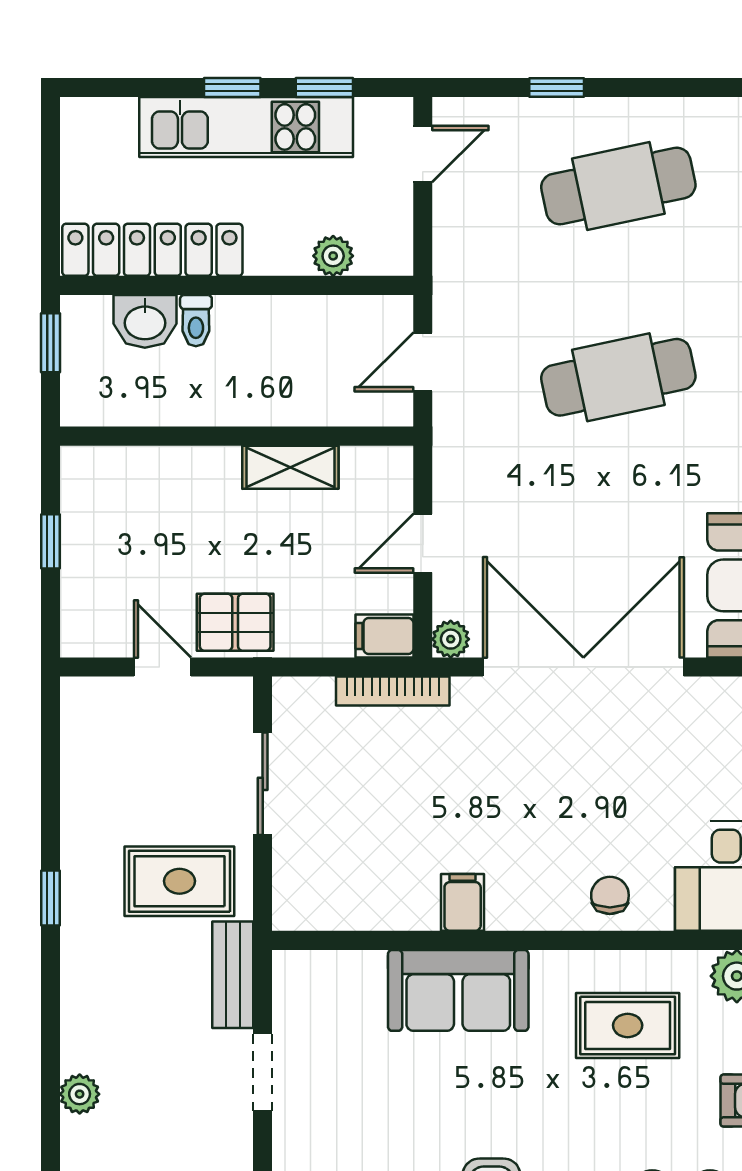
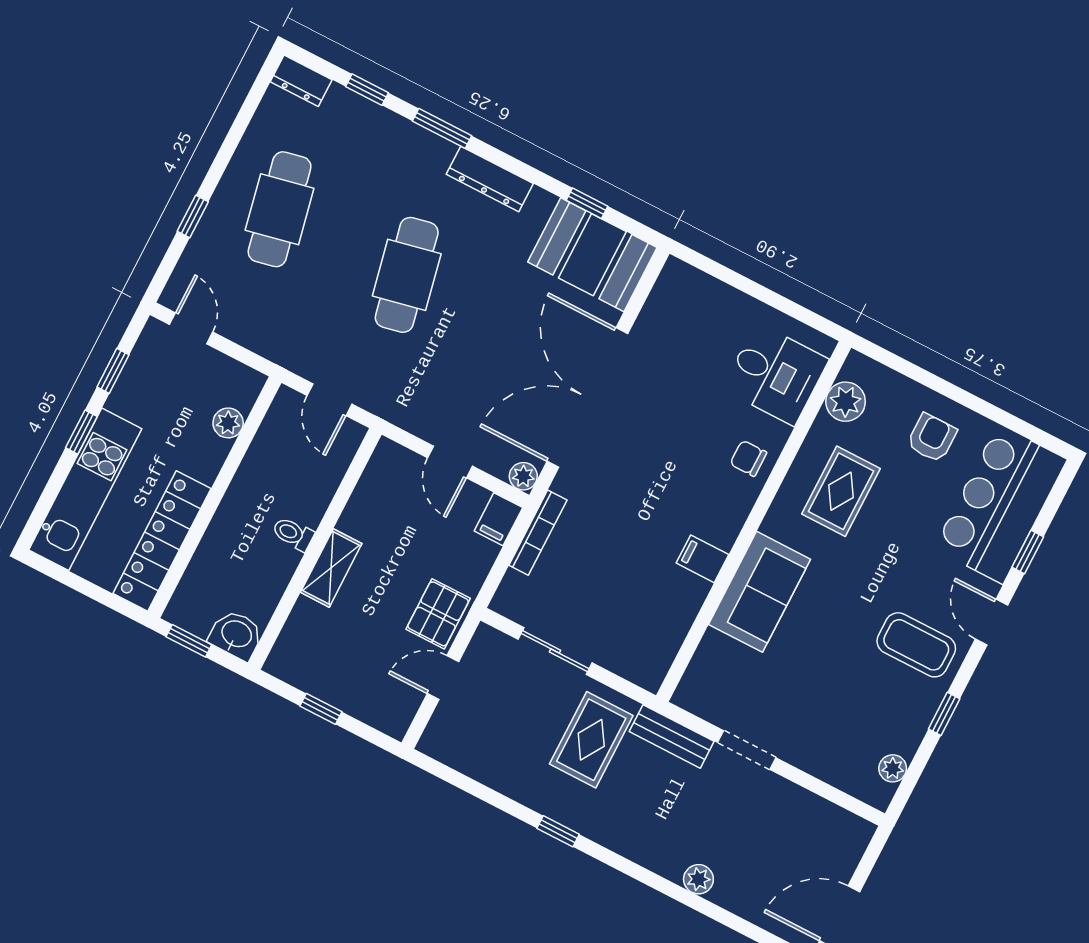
kitchen unit: (246, 127) -> (85, 489), moved
washbasin: (145, 321) -> (236, 635), moved, turned -90
toilet: (196, 321) -> (293, 534), moved, turned 180
shelving: (290, 467) -> (331, 568), moved

